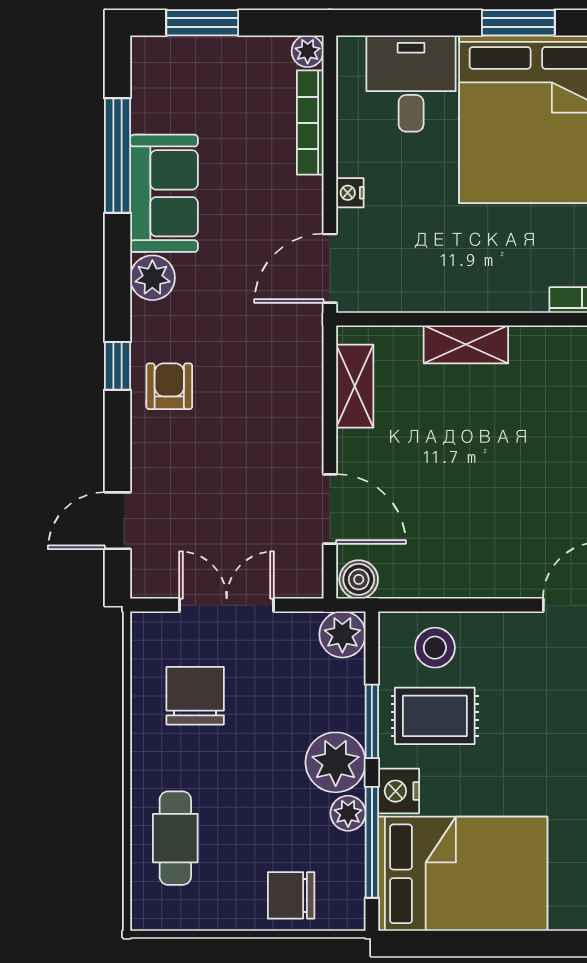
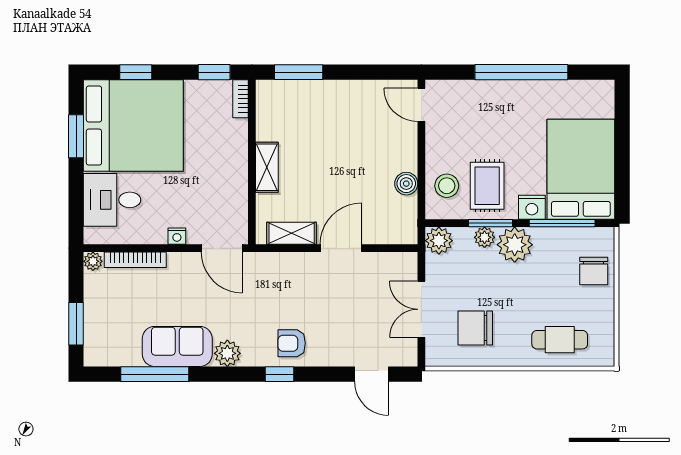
door: (330, 509) -> (341, 248), moved
boiler: (359, 579) -> (406, 184), moved
plant: (348, 813) -> (485, 237), moved

